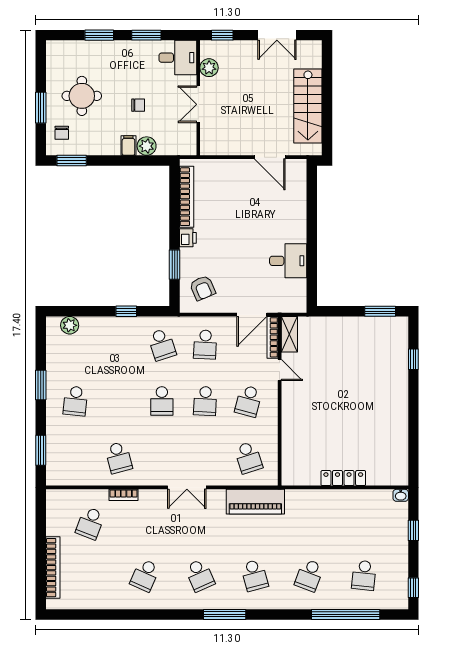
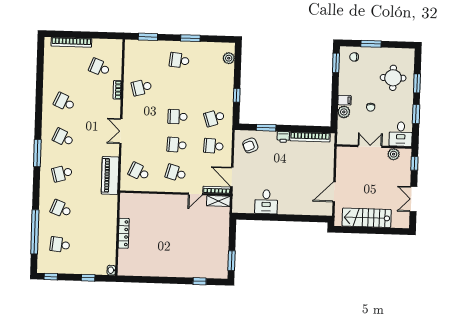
round table: (82, 96) -> (393, 78), moved
school desk: (248, 458) -> (139, 172), turned 42
school desk: (200, 575) -> (63, 138), turned 48

